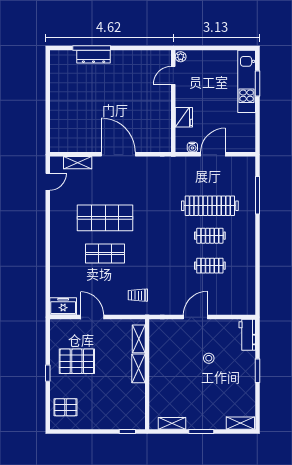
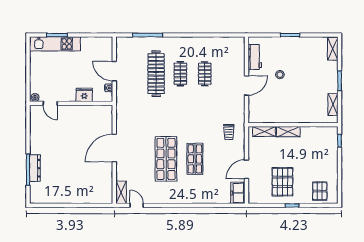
shelving: (78, 163) -> (121, 192), moved
door: (195, 317) -> (247, 85), swing flipped
workbench: (247, 335) -> (255, 57), moved, turned -90

